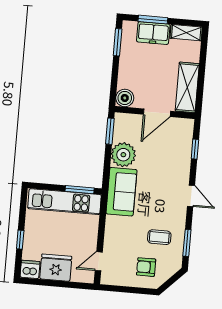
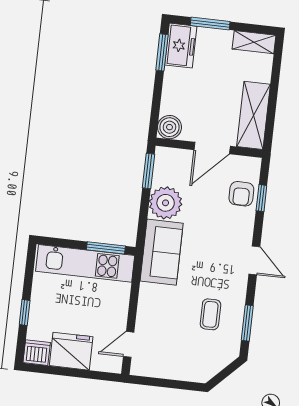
freezer: (153, 33) -> (181, 46), moved, turned -90
coffee table: (159, 237) -> (210, 314), turned 90
armchair: (146, 267) -> (241, 194), moved, turned -90

